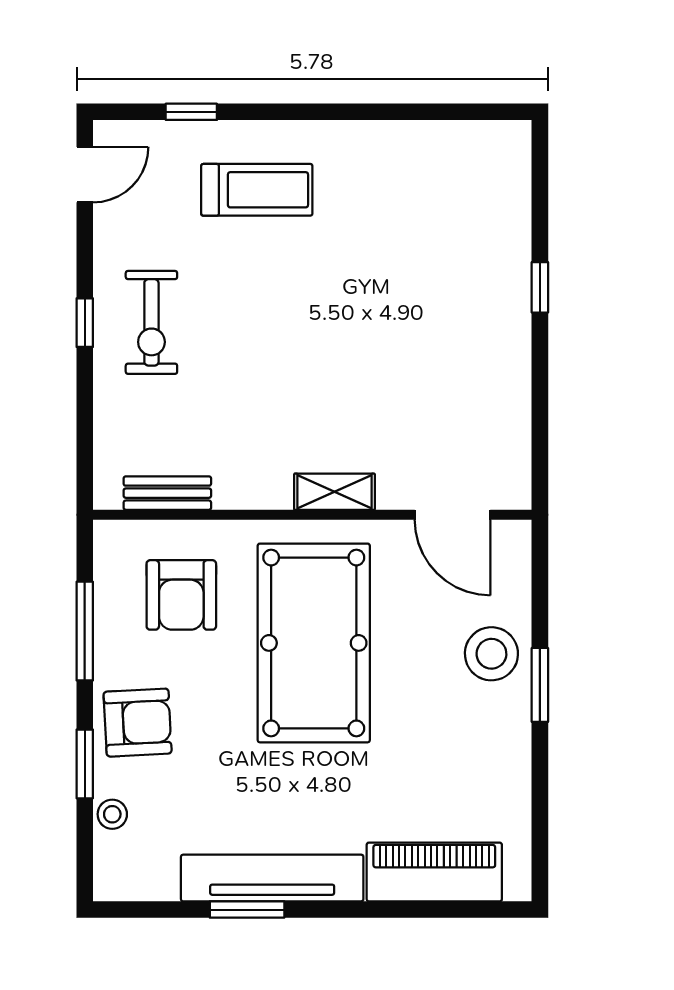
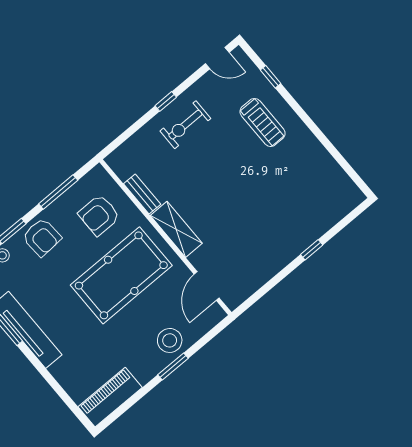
shelving: (334, 492) -> (176, 229), width x1.50, depth x1.33
bench: (167, 493) -> (142, 194), moved
piano: (434, 872) -> (110, 397), moved, turned -90

